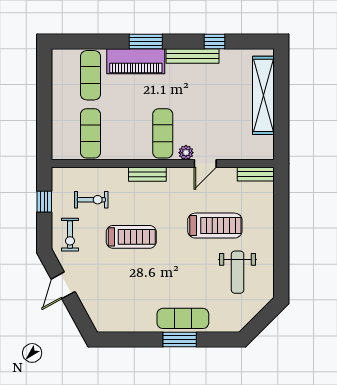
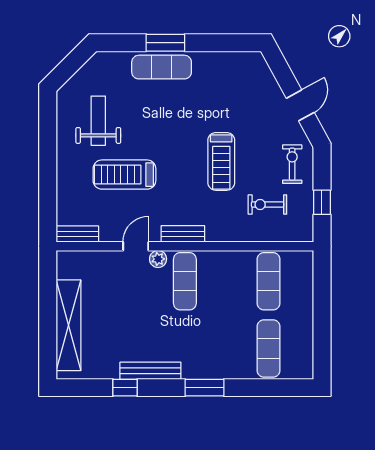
piano: (136, 61) -> (216, 365), removed
bench: (147, 174) -> (183, 234), moved
treadmill: (131, 237) -> (221, 161), turned -90

